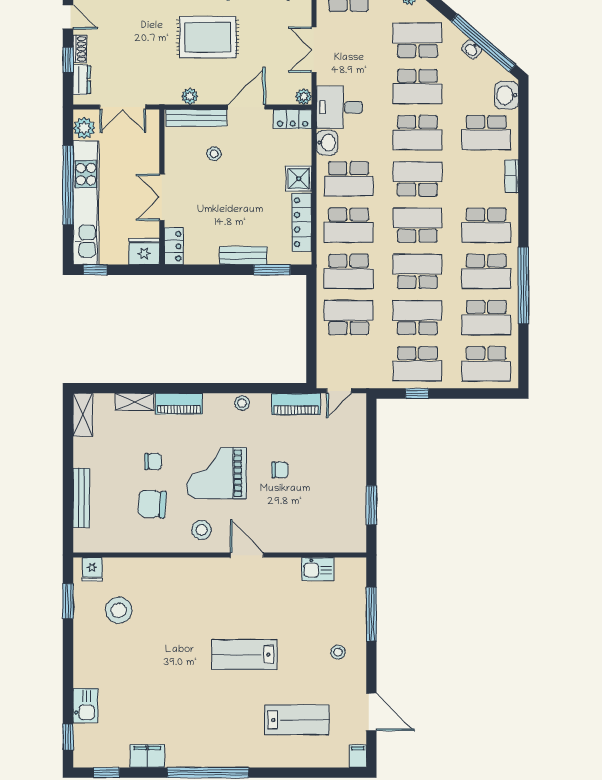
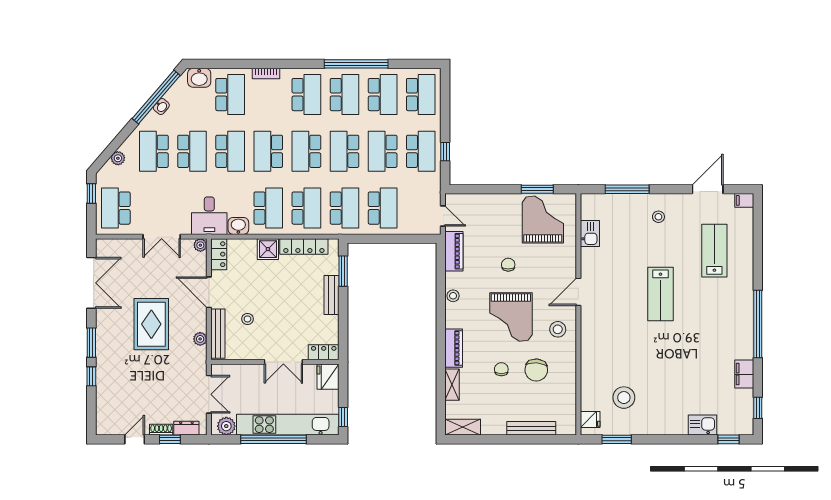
school desk: (349, 318) -> (383, 208), turned 180
grand piano: (335, 512) -> (543, 220), added

